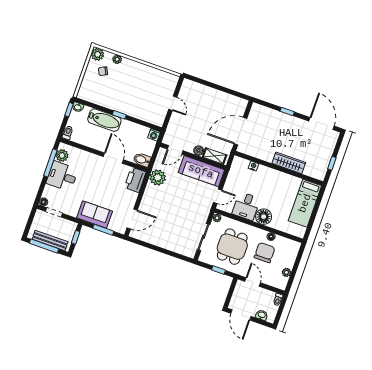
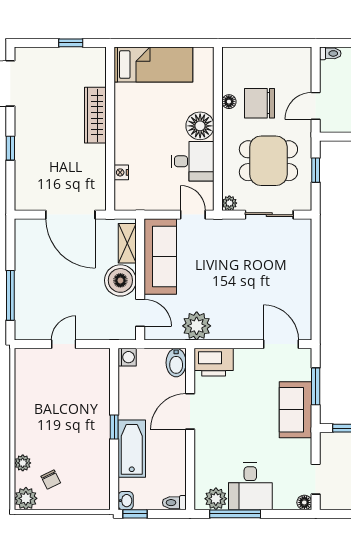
window: (209, 84) -> (10, 295), added
boiler: (199, 151) -> (120, 280), width x1.86, depth x1.86
plant: (286, 272) -> (280, 55), removed

